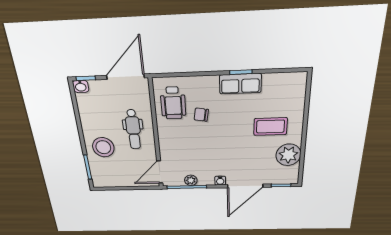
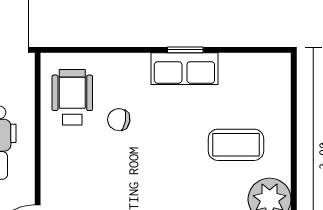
wheelchair: (173, 103) -> (72, 97), turned 180

